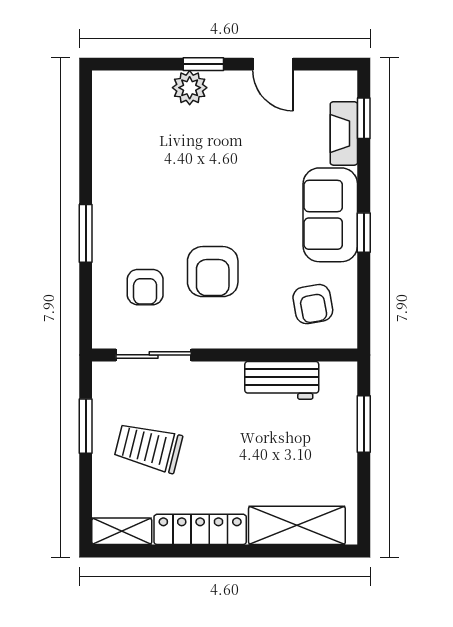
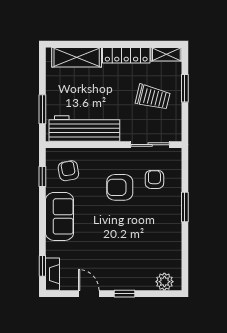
plant: (190, 88) -> (164, 282), moved
fireplace: (344, 133) -> (53, 274), moved
window: (364, 233) -> (42, 176), moved
armchair: (213, 272) -> (120, 187), turned -90
workbench: (282, 380) -> (84, 128), width x1.88, depth x1.32
window: (86, 426) -> (185, 88), moved

